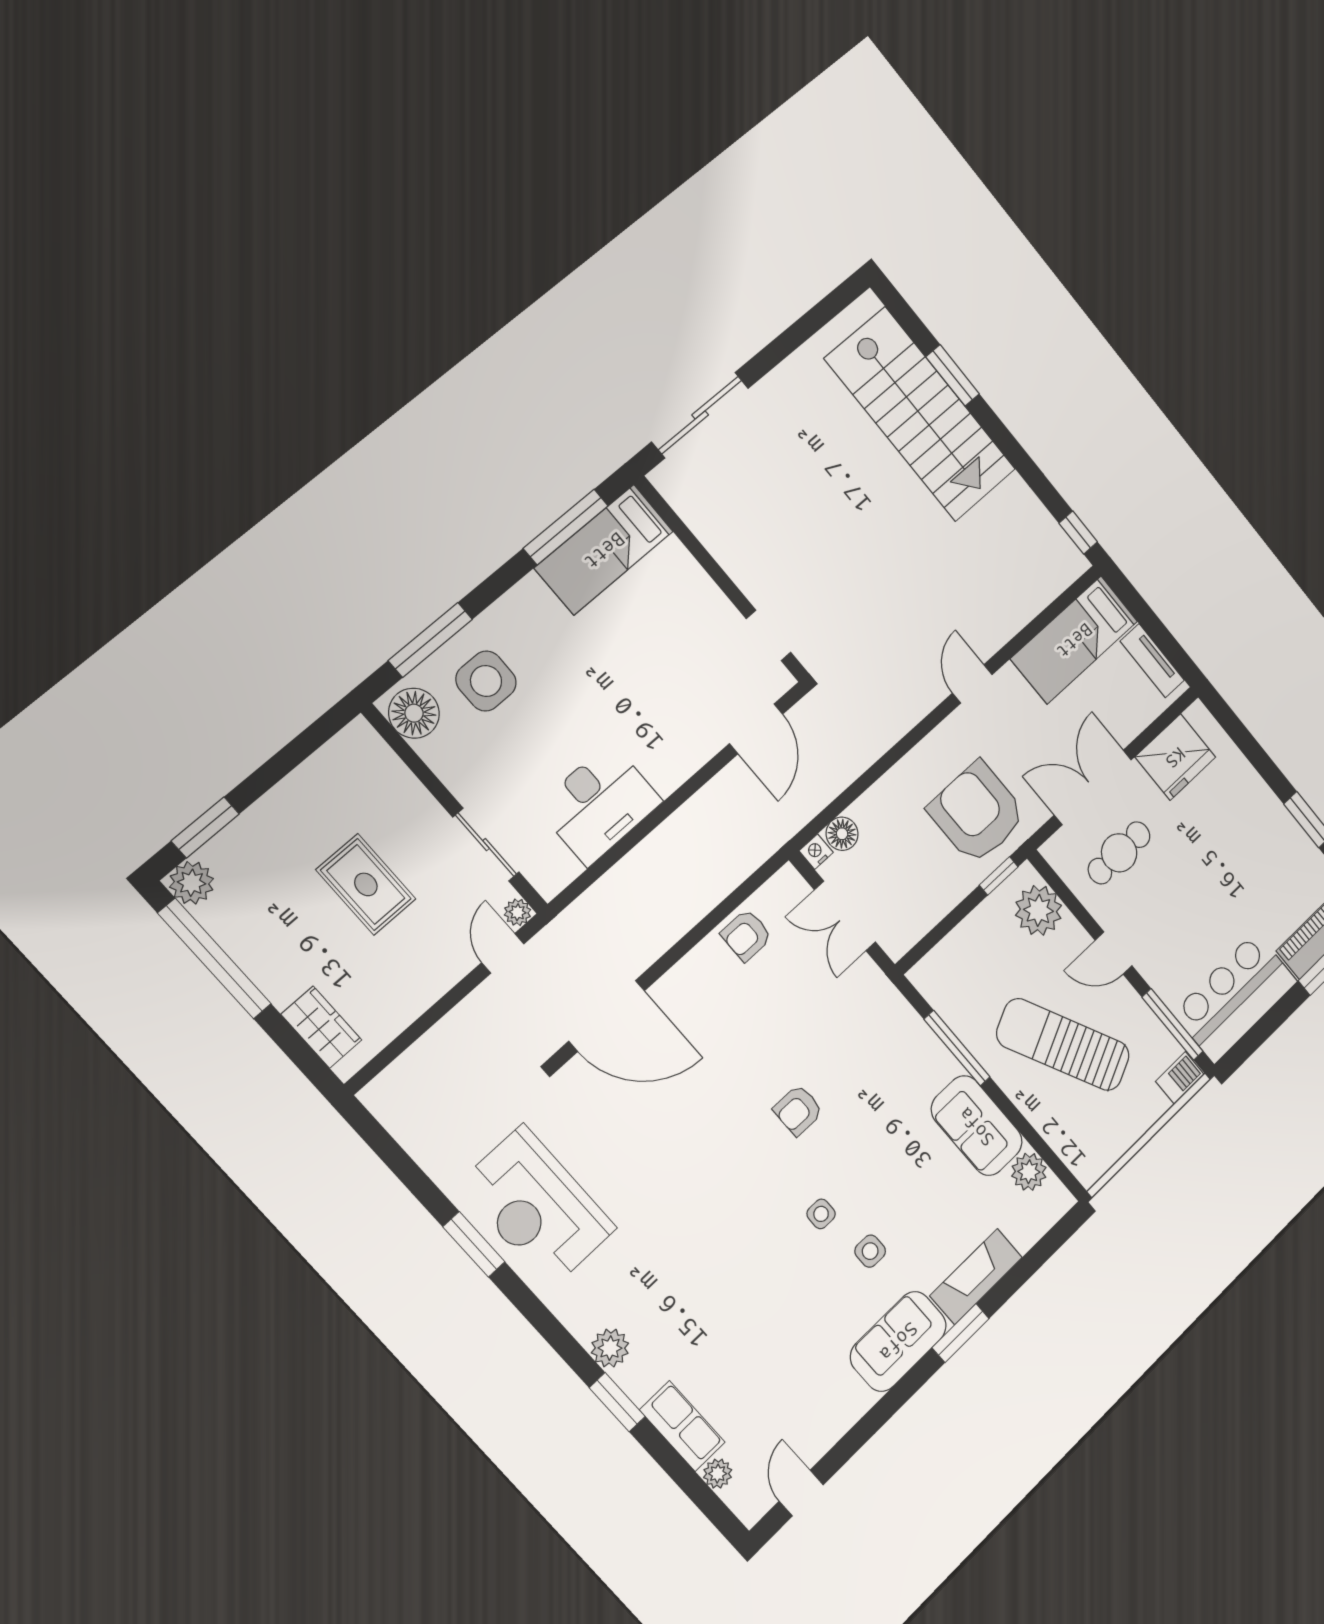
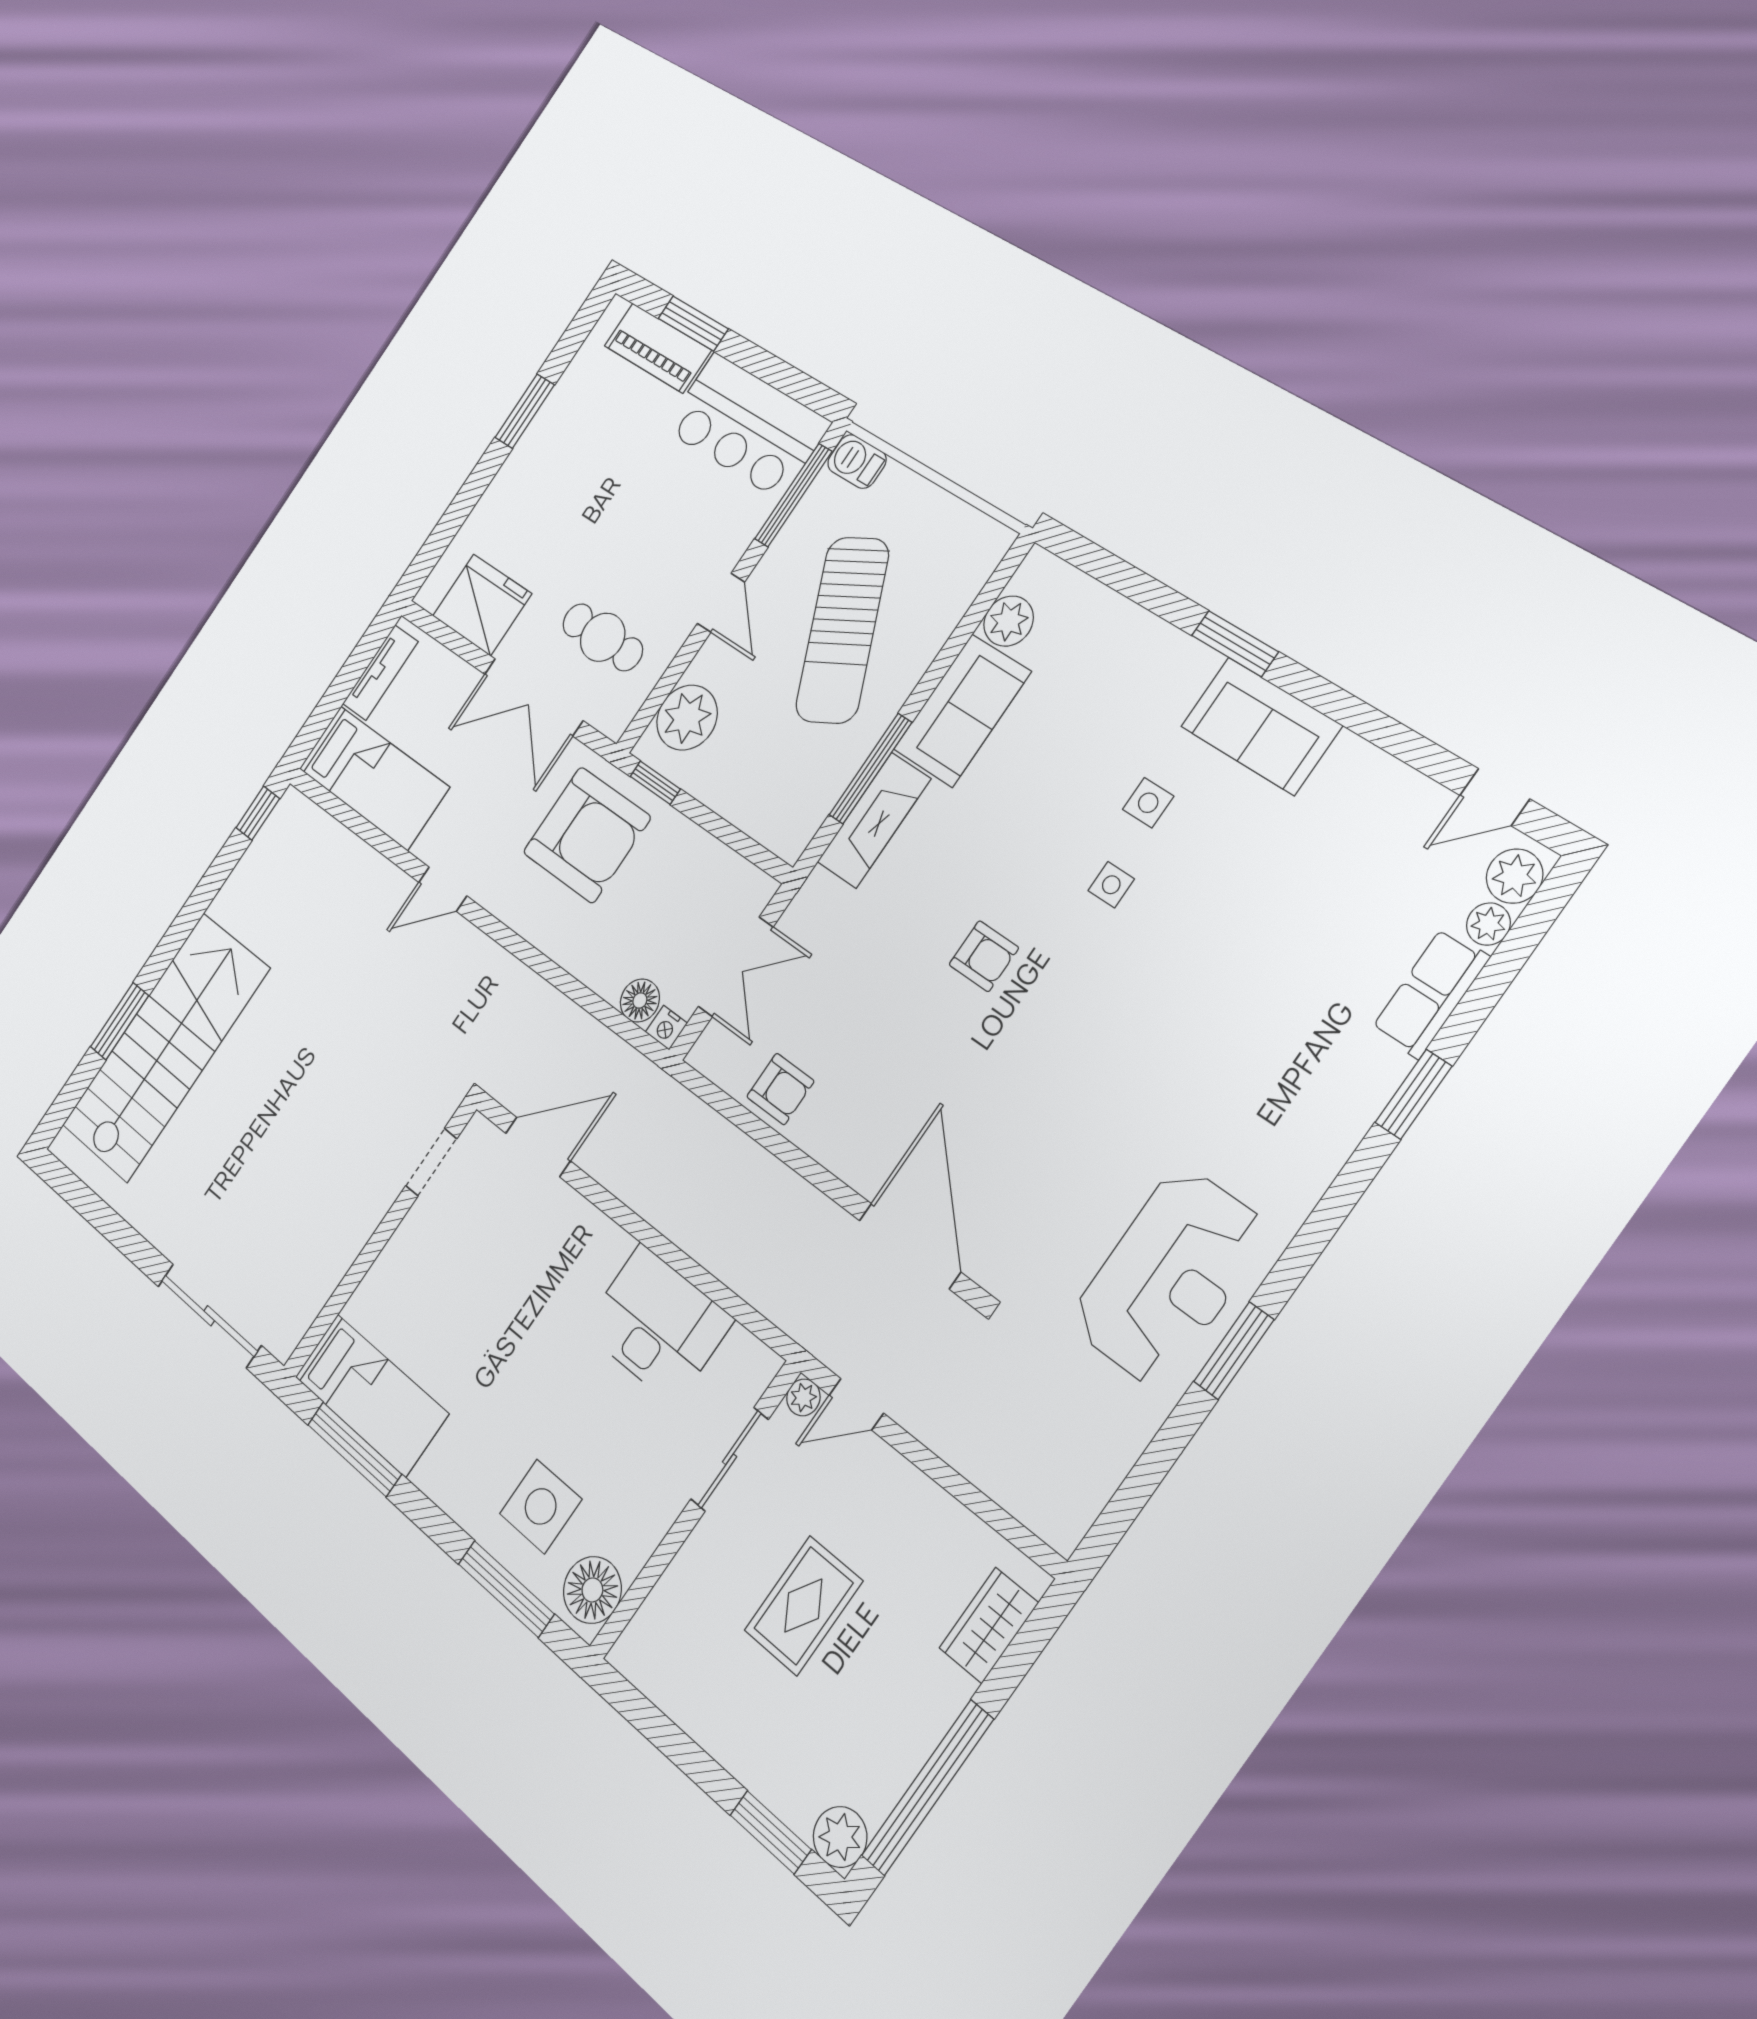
armchair: (977, 813) -> (587, 835), turned -90
fireplace: (976, 1277) -> (874, 820), moved, turned -90
plant: (610, 1348) -> (1515, 876), moved

